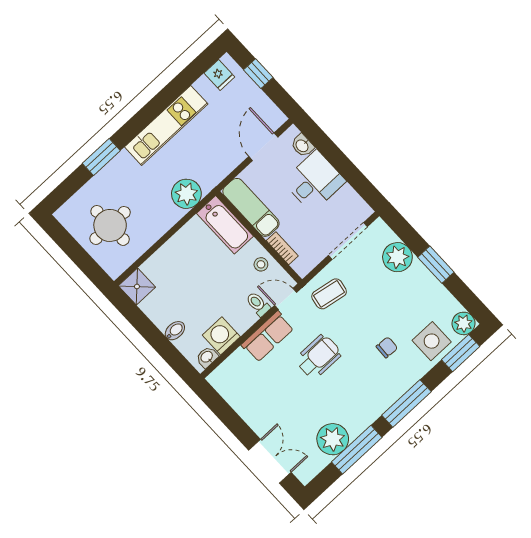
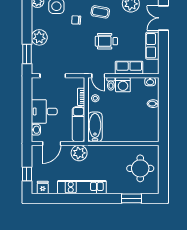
window: (101, 157) -> (131, 198), moved
plant: (186, 194) -> (79, 153), moved
plant: (397, 257) -> (39, 37), moved
window: (436, 265) -> (27, 54), moved
shower: (137, 286) -> (152, 135), removed
coffee table: (329, 294) -> (100, 12), moved
washing machine: (221, 336) -> (123, 85), moved
row of seats: (268, 337) -> (129, 68), moved
row of seats: (250, 409) -> (152, 46), added

